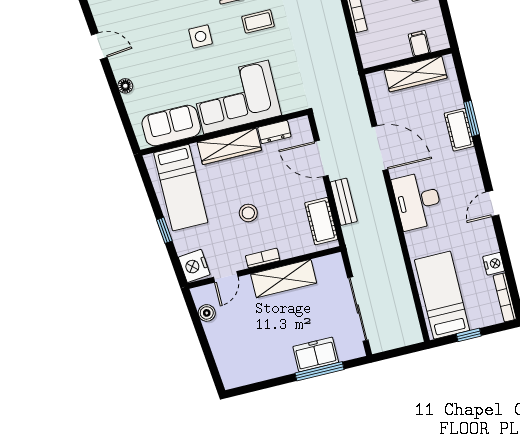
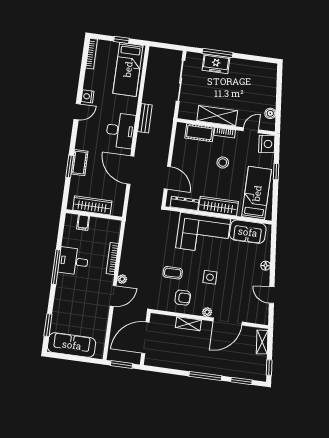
dresser: (274, 132) -> (184, 203), width x1.44
bench: (344, 202) -> (145, 118), moved
cot: (321, 221) -> (199, 133), moved, turned 90
nightstand: (494, 264) -> (88, 96), moved

